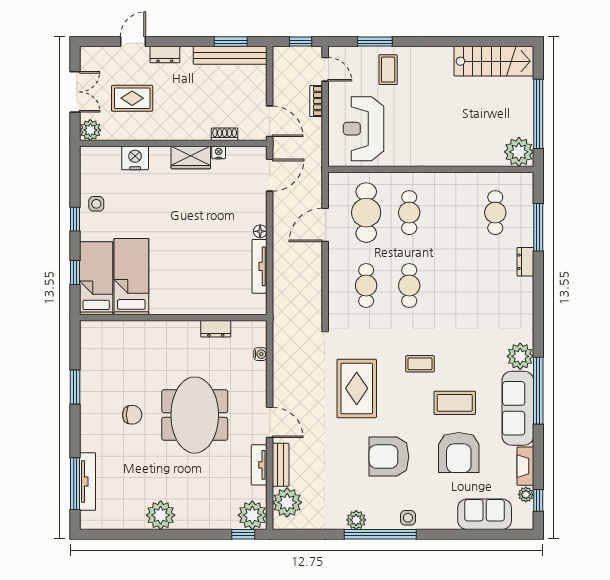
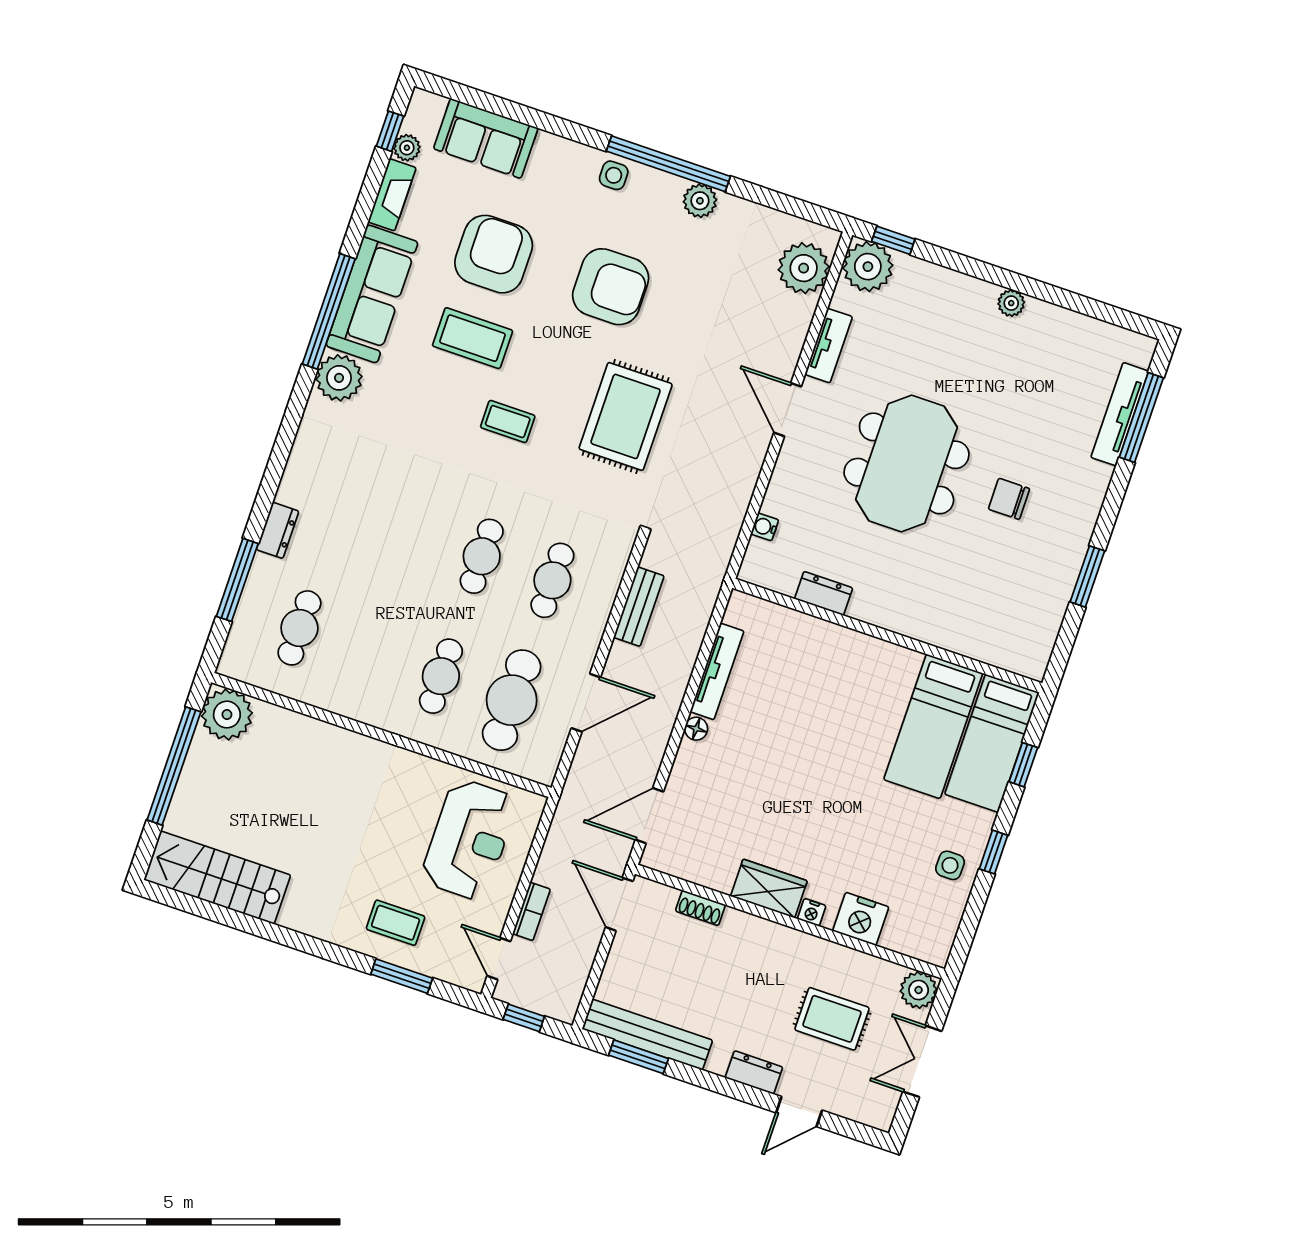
coffee table: (388, 70) -> (396, 923), turned 90
nightstand: (219, 153) -> (812, 912), moved
bench: (281, 465) -> (639, 607), moved
plant: (161, 515) -> (1011, 303), width x0.53, depth x0.53

